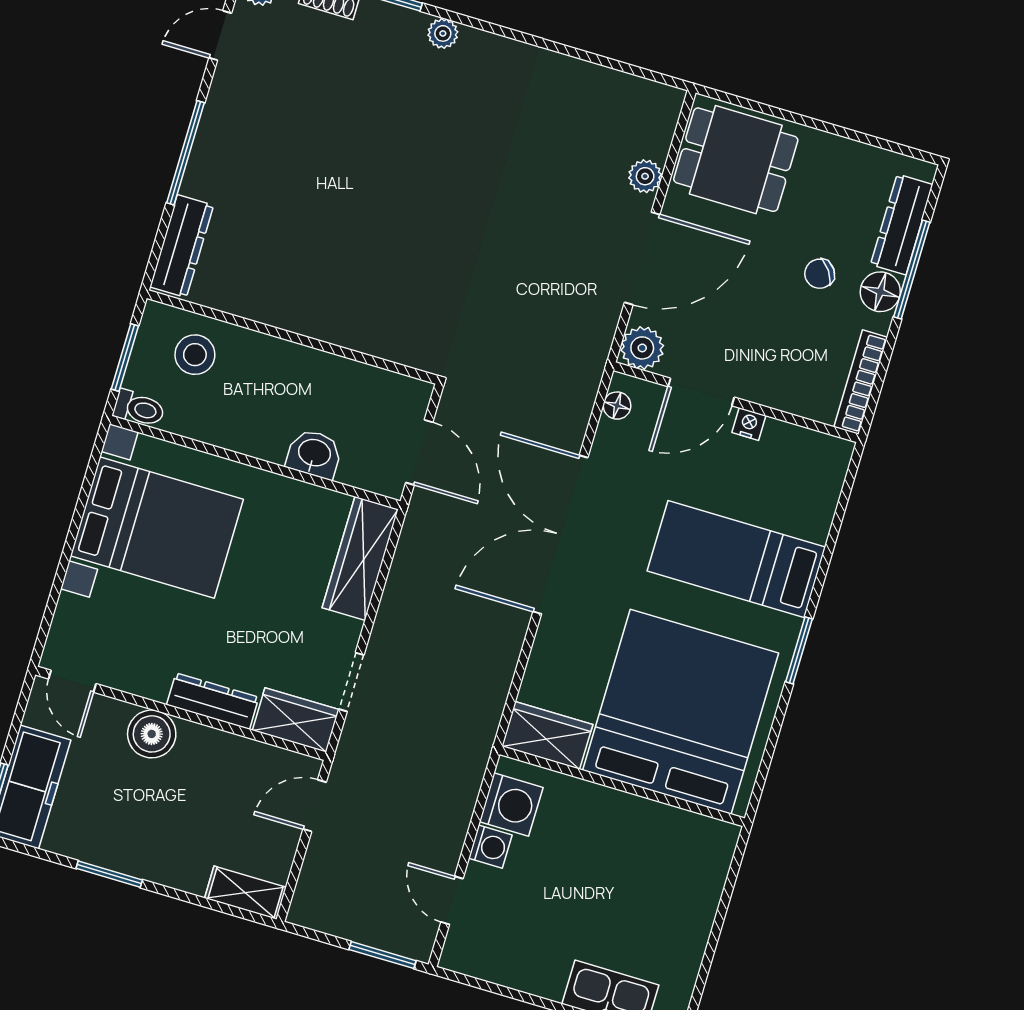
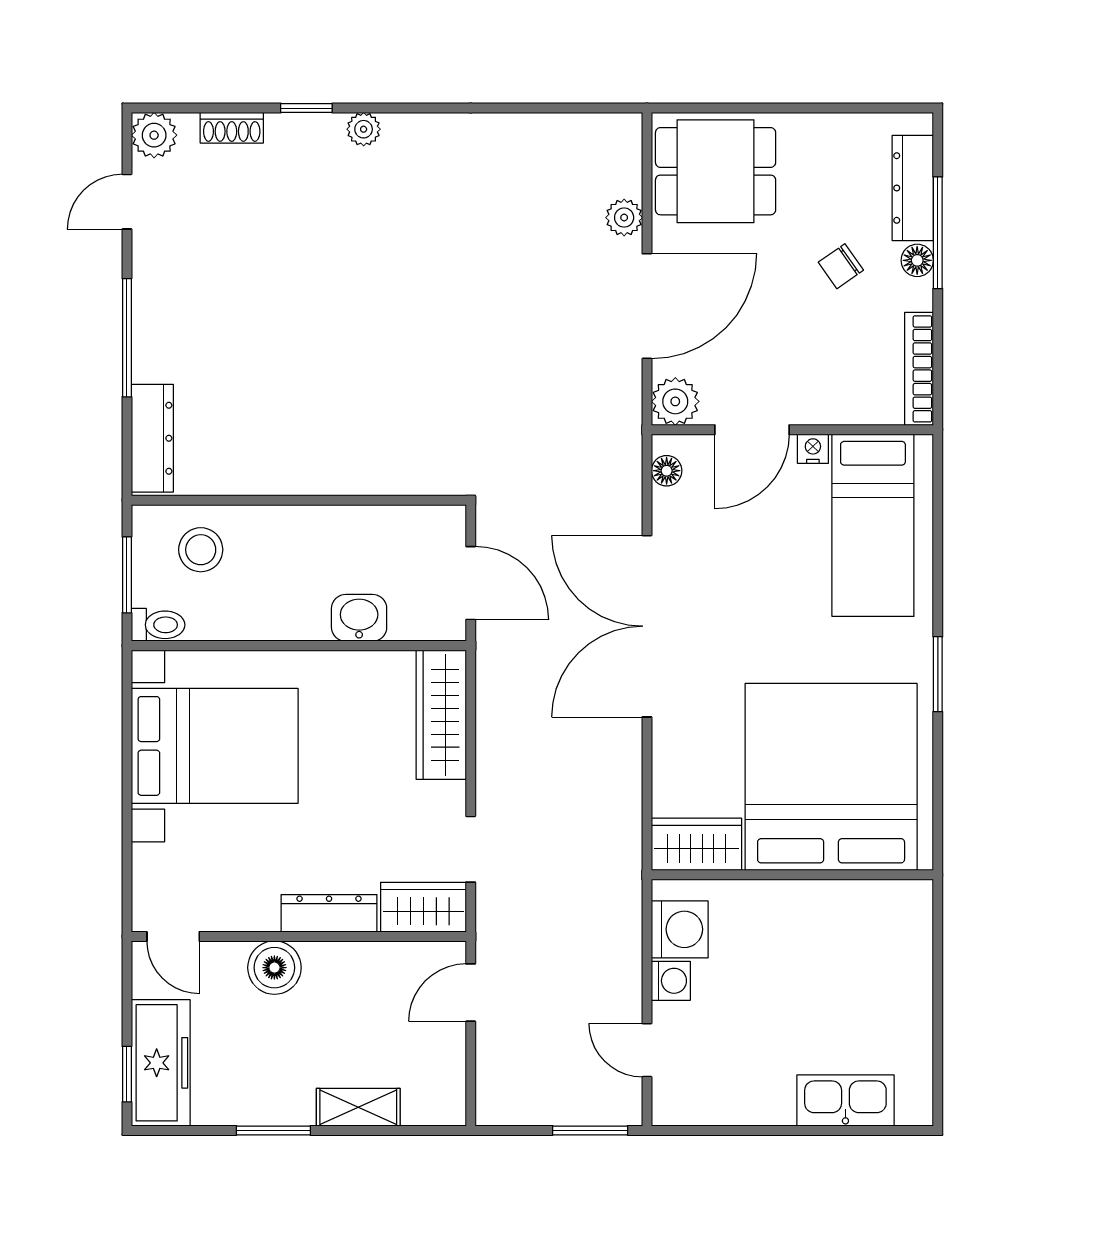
floor lamp: (880, 292) -> (917, 260), width x0.73, depth x0.73
bed: (736, 559) -> (873, 525), moved, turned -90
shelving: (245, 893) -> (358, 1107), moved

